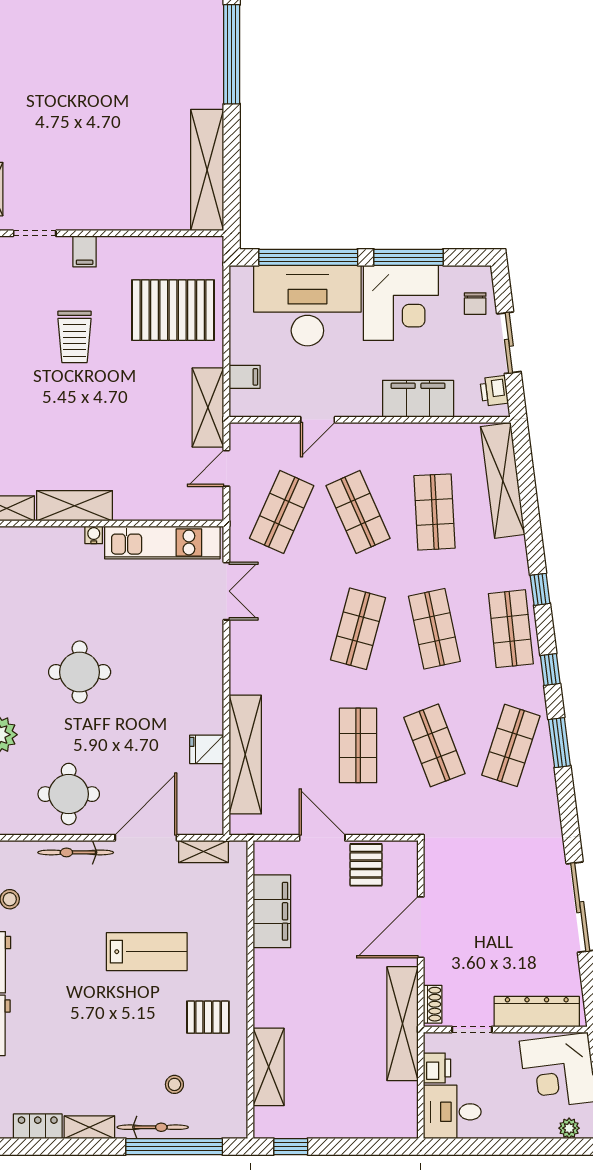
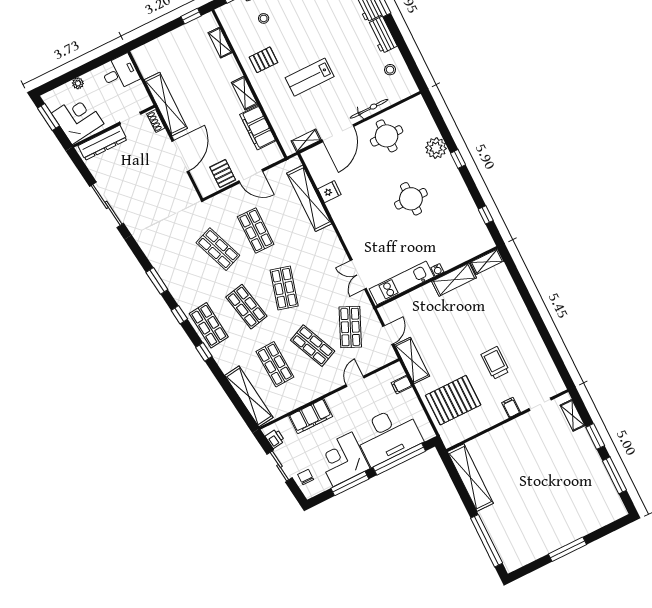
shop shelf: (511, 745) -> (180, 268), removed
shelving: (266, 978) -> (245, 93), added
shelving: (269, 1067) -> (220, 43), width x0.67, depth x0.75
printer: (437, 1068) -> (138, 91), removed
plant: (569, 1128) -> (78, 83), moved

